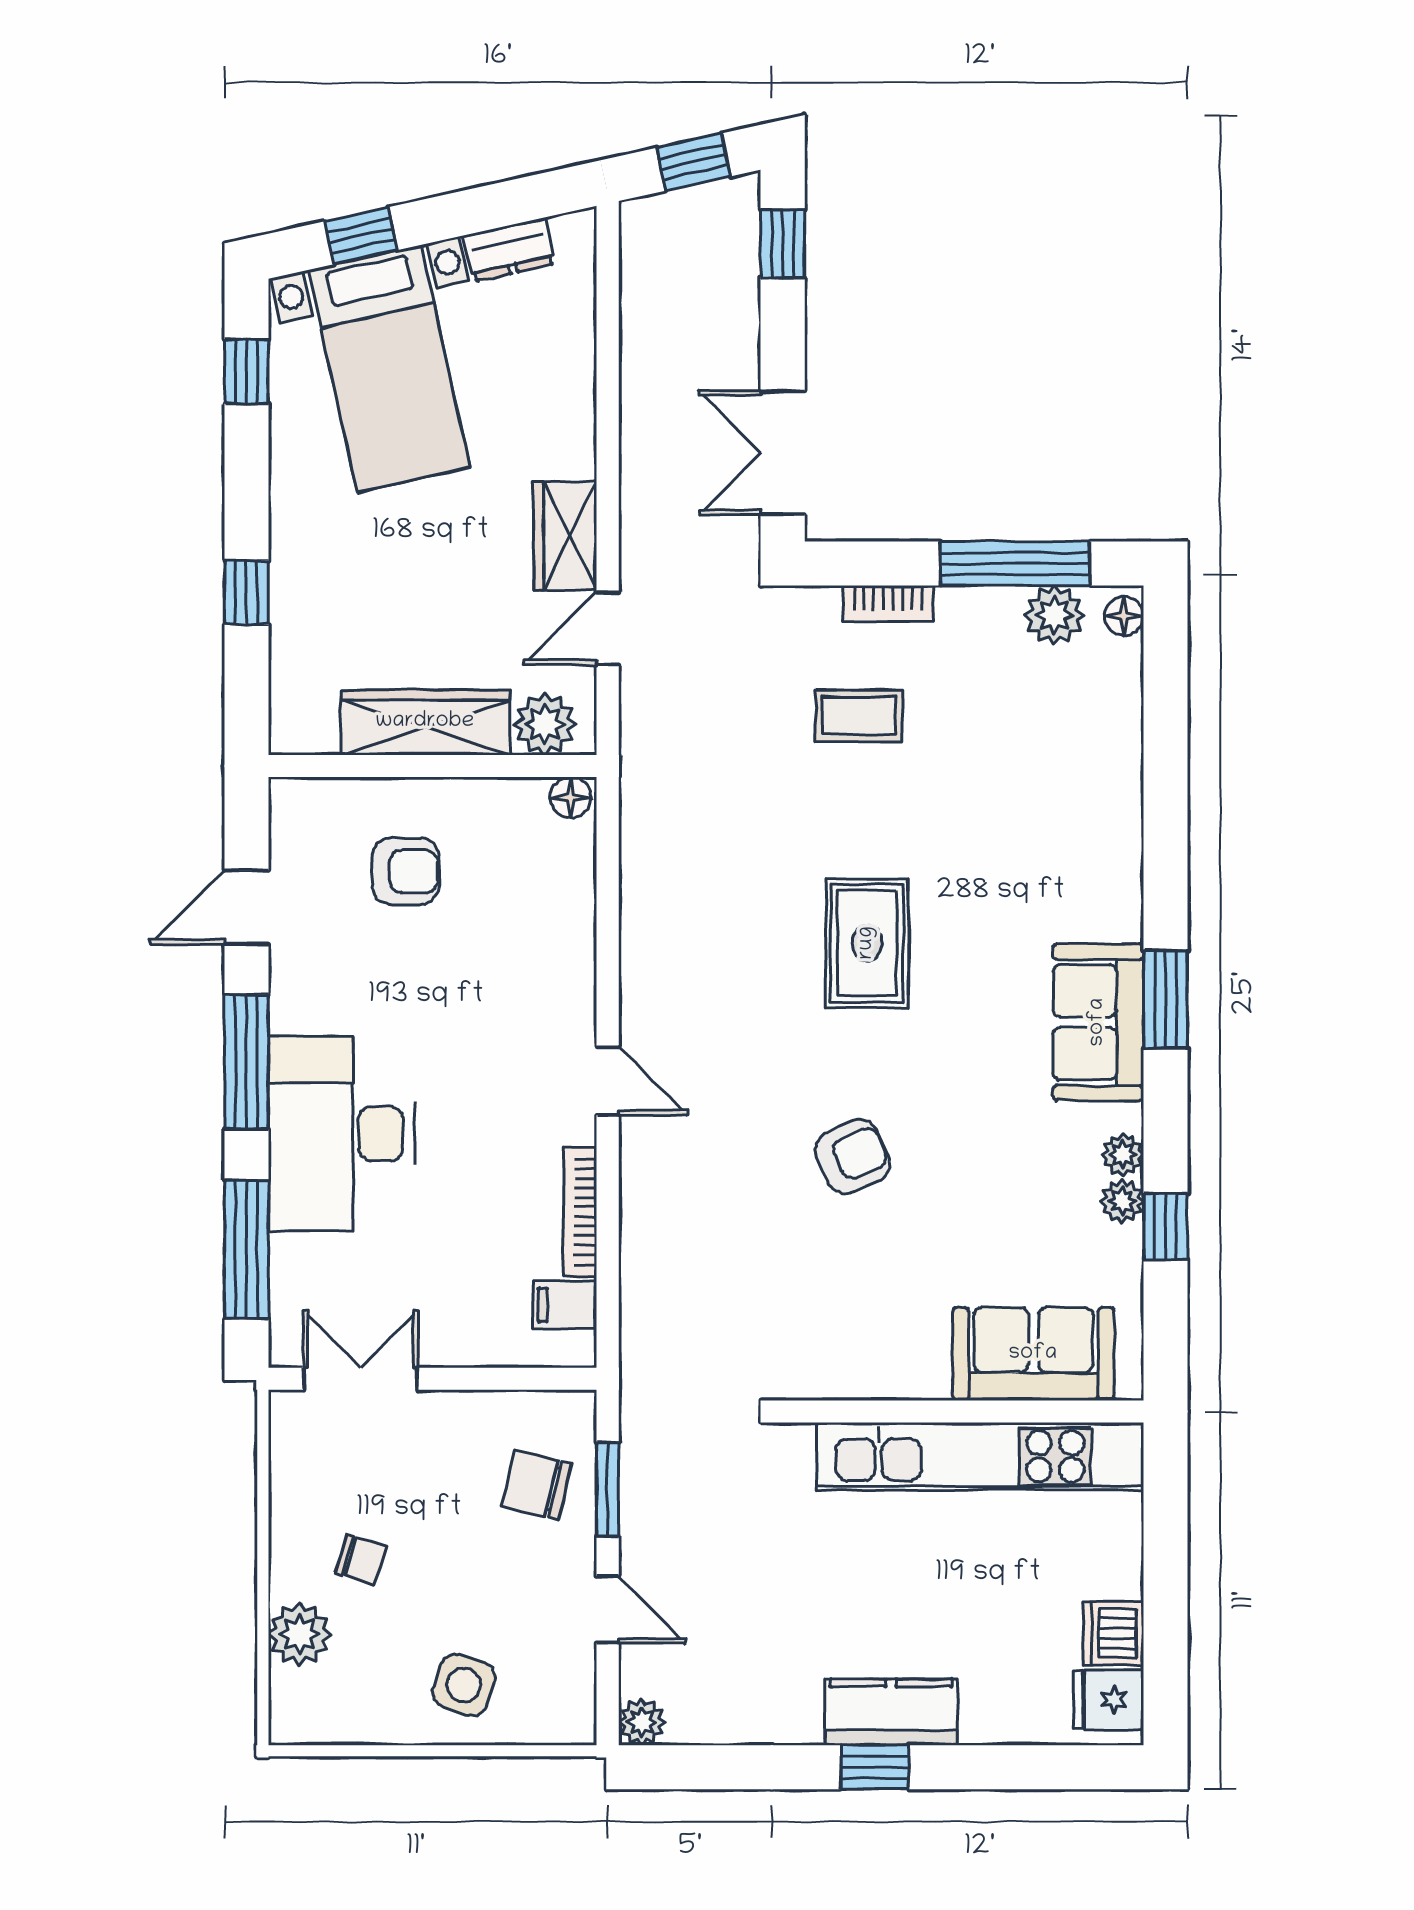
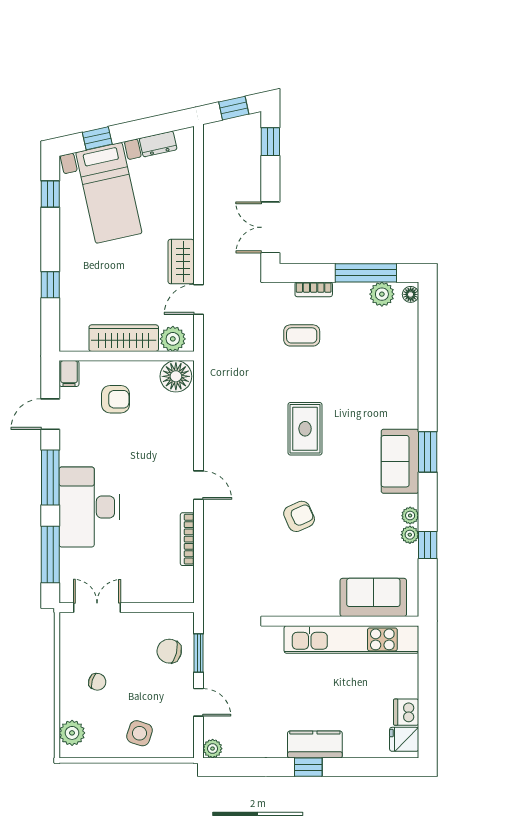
floor lamp: (571, 797) -> (176, 376), width x1.89, depth x1.89
filing cabinet: (565, 1305) -> (69, 374), moved, turned -90
plant: (299, 1634) -> (72, 733), moved

